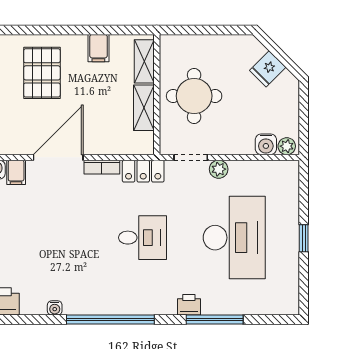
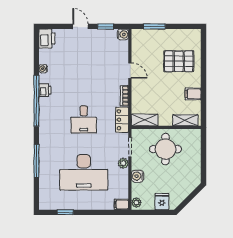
fridge: (268, 69) -> (162, 202), moved, turned 45
shelving: (144, 108) -> (145, 120), moved
water cooler: (266, 144) -> (138, 176), moved
door: (58, 157) -> (130, 71), width x0.53
filing cabinet: (16, 172) -> (121, 204), moved
window: (304, 238) -> (65, 212), moved
printer: (189, 305) -> (45, 90), moved

